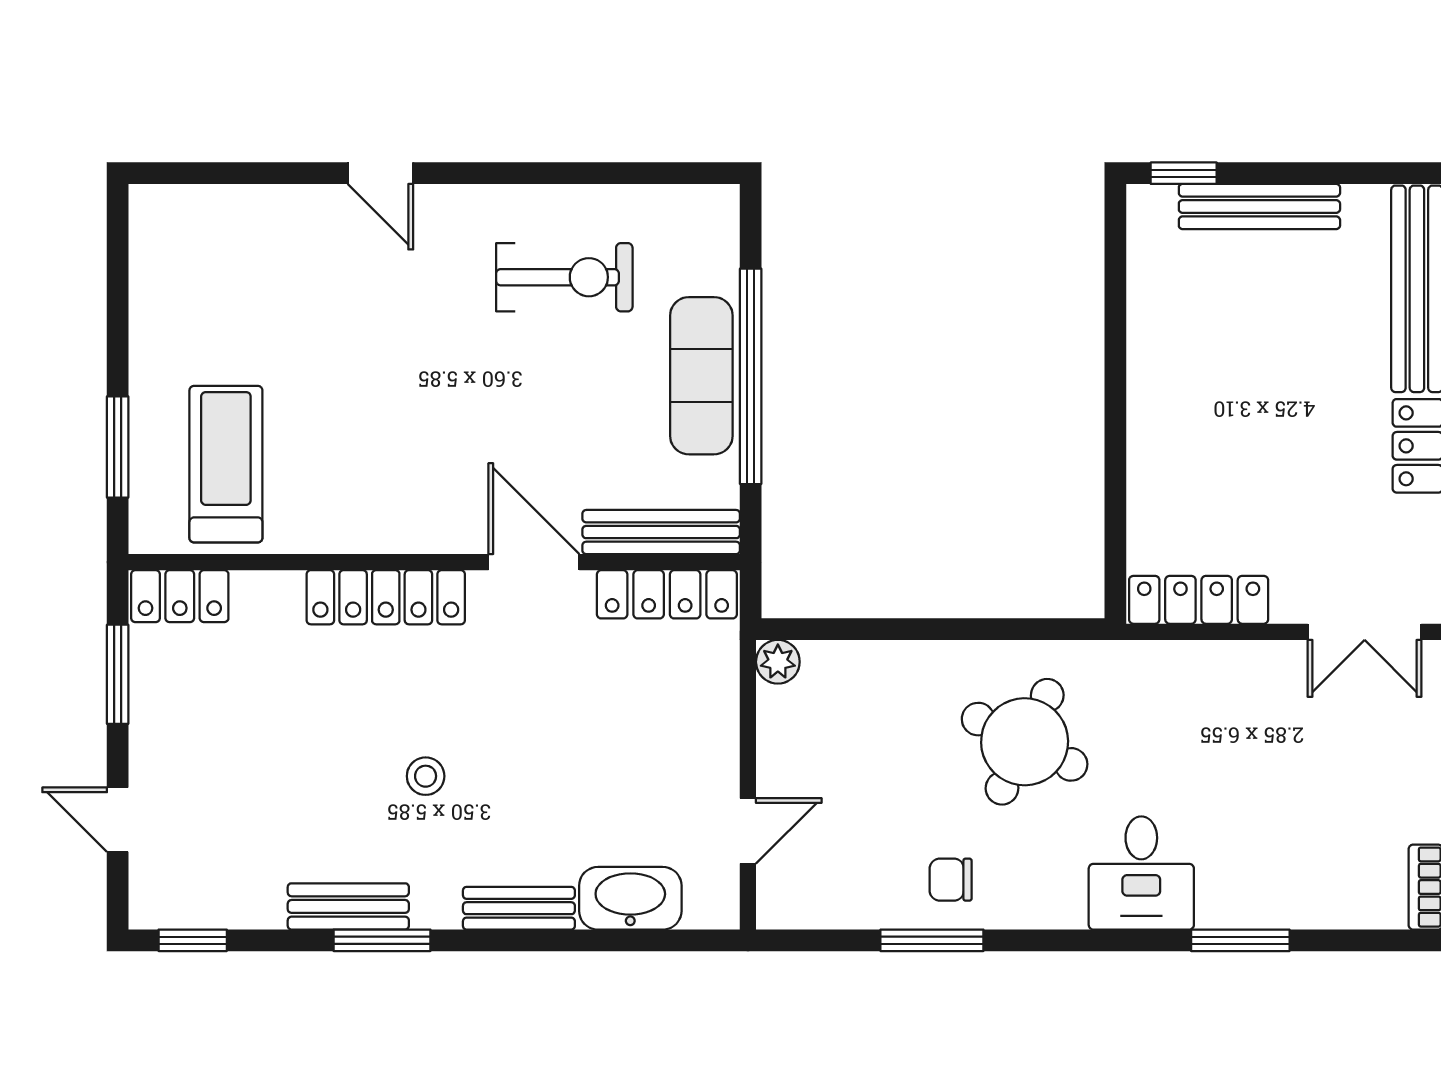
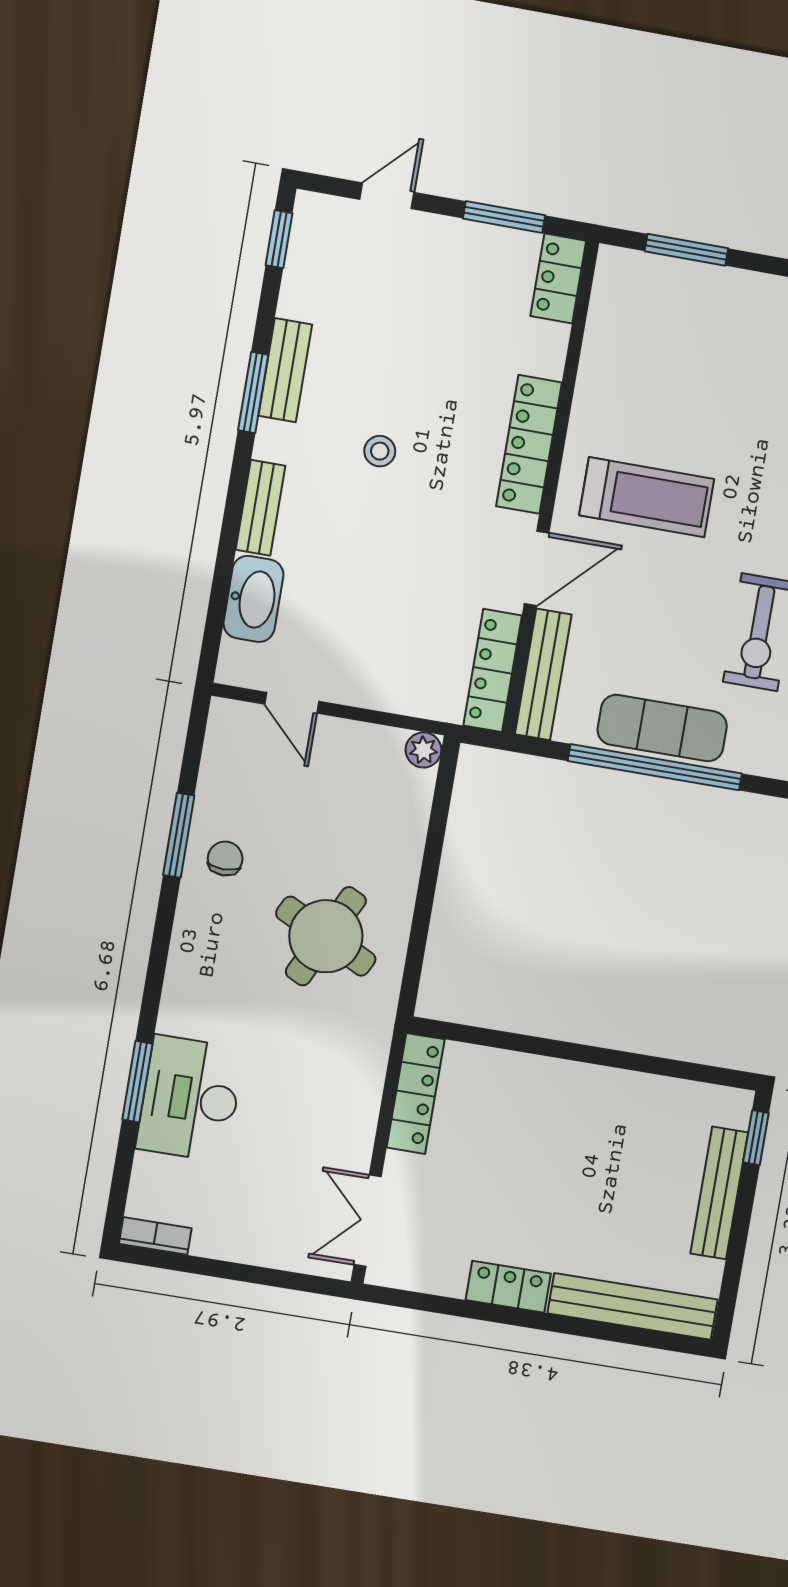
treadmill: (226, 464) -> (647, 497), moved
desk: (1141, 873) -> (190, 1099), moved, width x1.37

